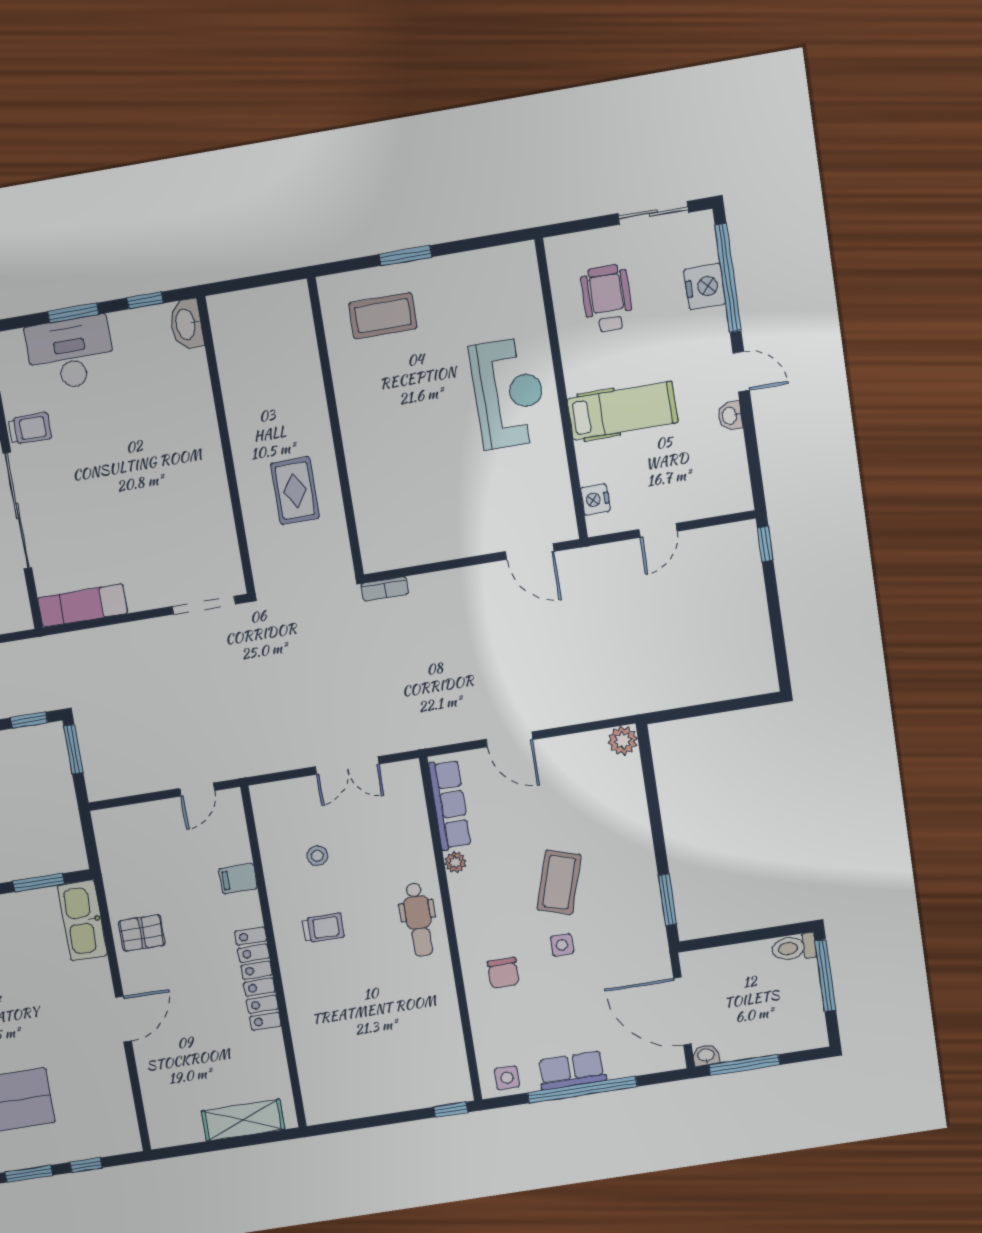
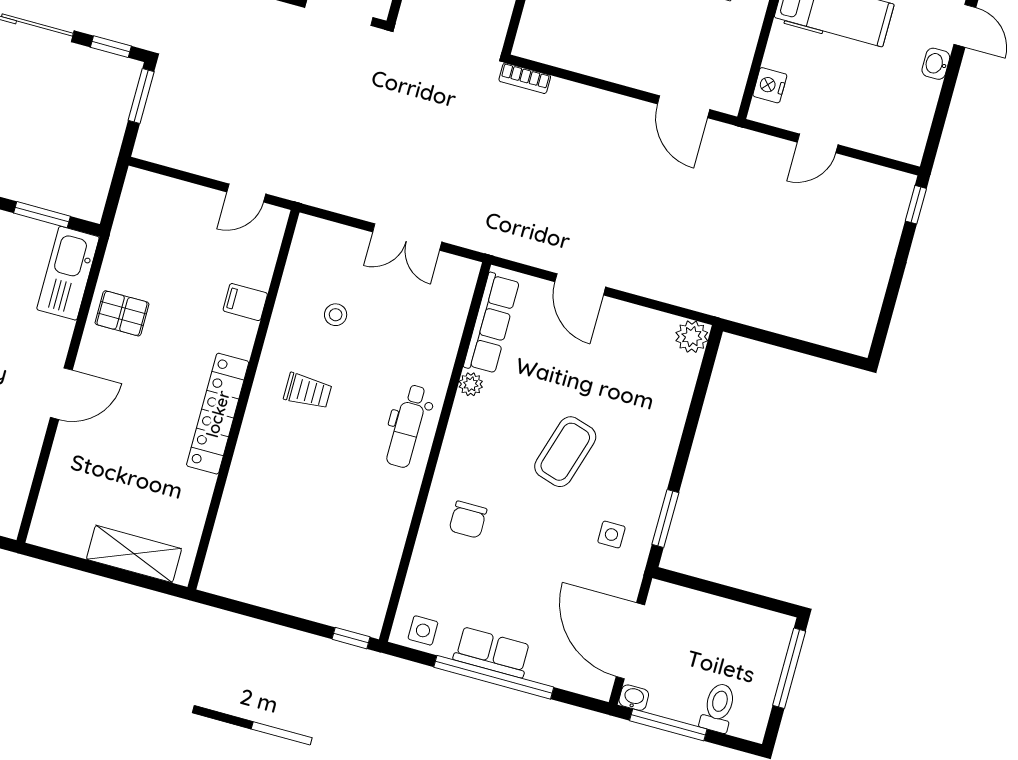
side table: (562, 945) -> (611, 535), moved
toilet: (794, 948) -> (718, 708), moved, turned 90

